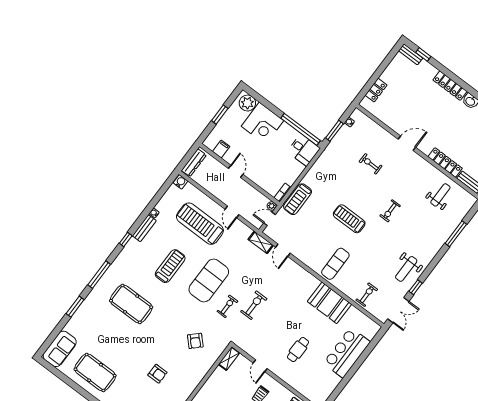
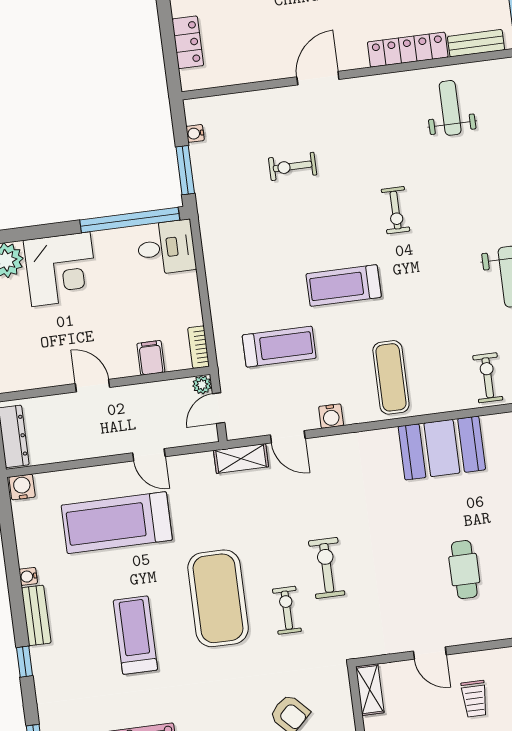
filing cabinet: (221, 149) -> (151, 358), moved
treadmill: (298, 199) -> (279, 347), moved, turned -90
water cooler: (304, 257) -> (331, 416), added

